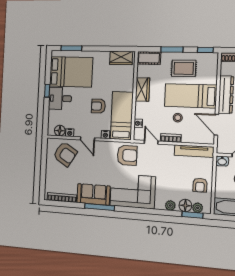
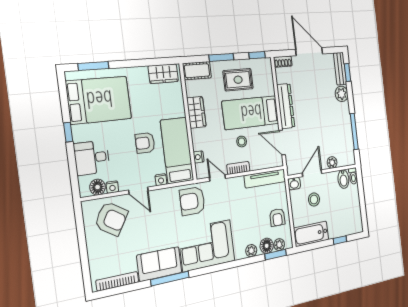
desk: (60, 98) -> (92, 158), moved
armchair: (127, 155) -> (192, 201), turned 180

